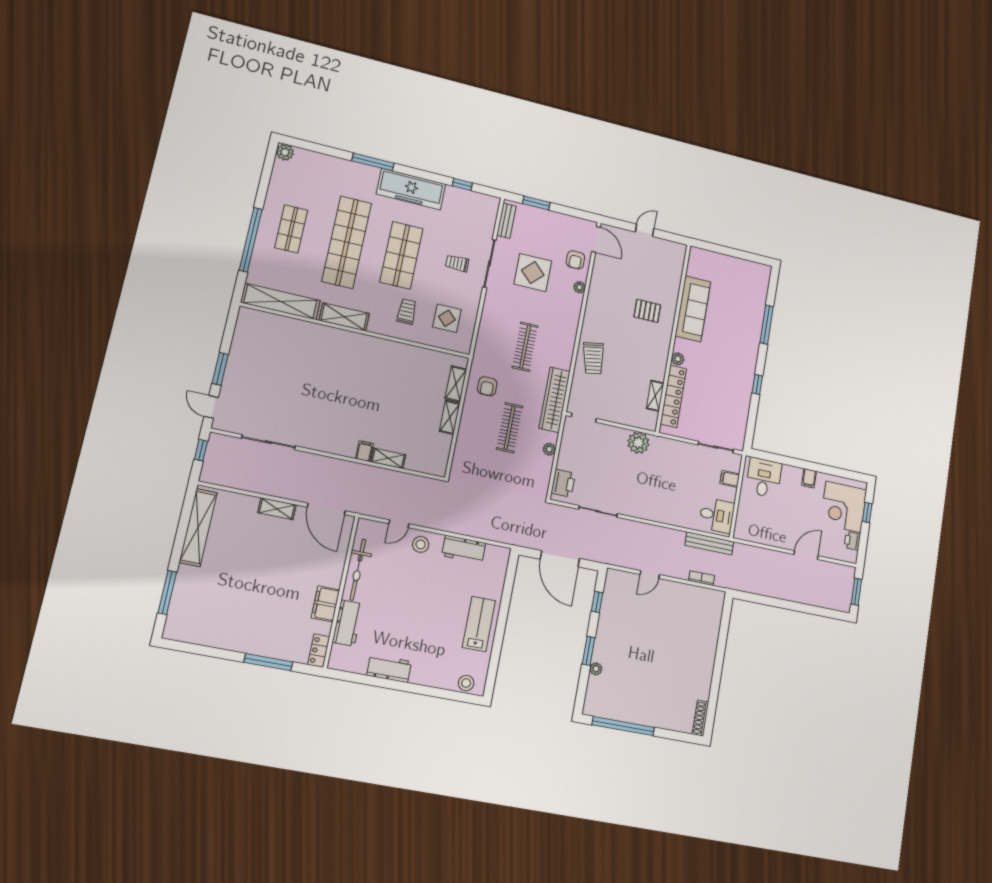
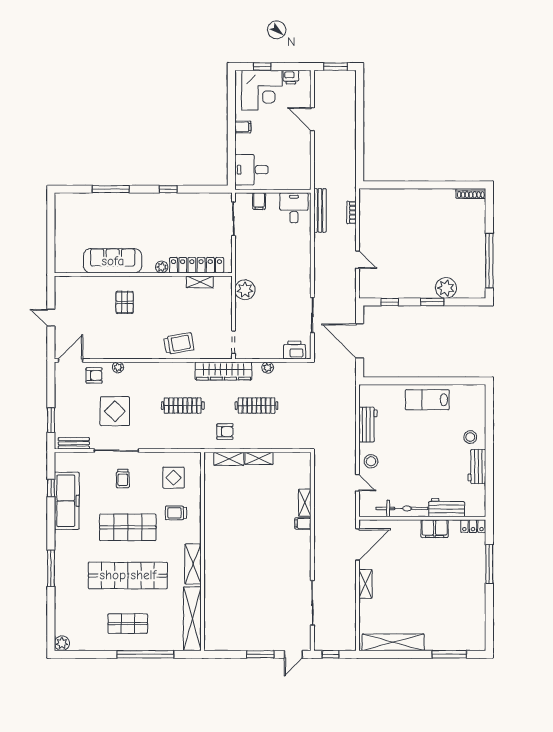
freezer: (411, 189) -> (67, 501), moved
door: (560, 559) -> (360, 341), swing flipped
plant: (596, 669) -> (446, 288), width x1.87, depth x1.87
stool: (466, 683) -> (470, 437), moved

